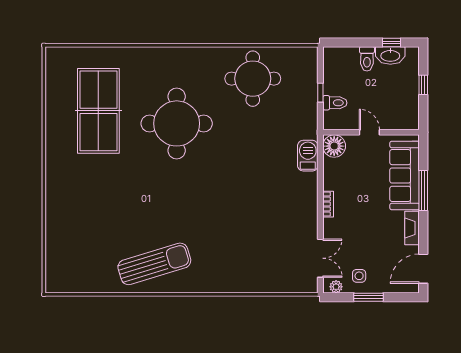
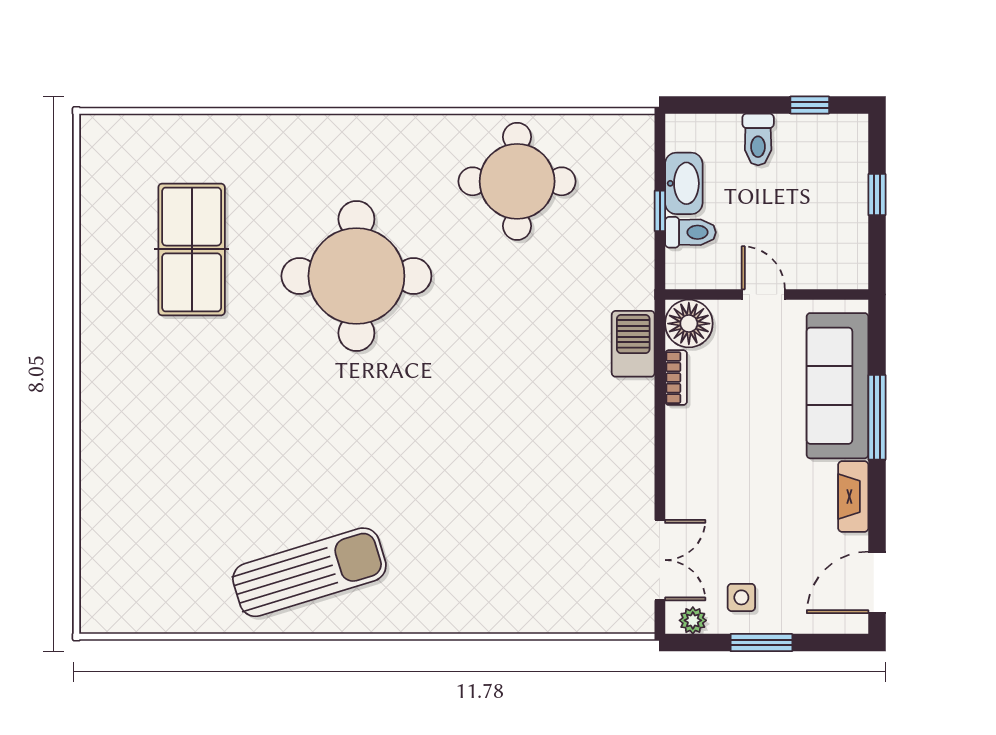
washbasin: (390, 55) -> (684, 183), moved, turned -90
table tennis table: (98, 111) -> (192, 249), width x0.73, depth x0.76
bookcase: (328, 204) -> (676, 378), moved

